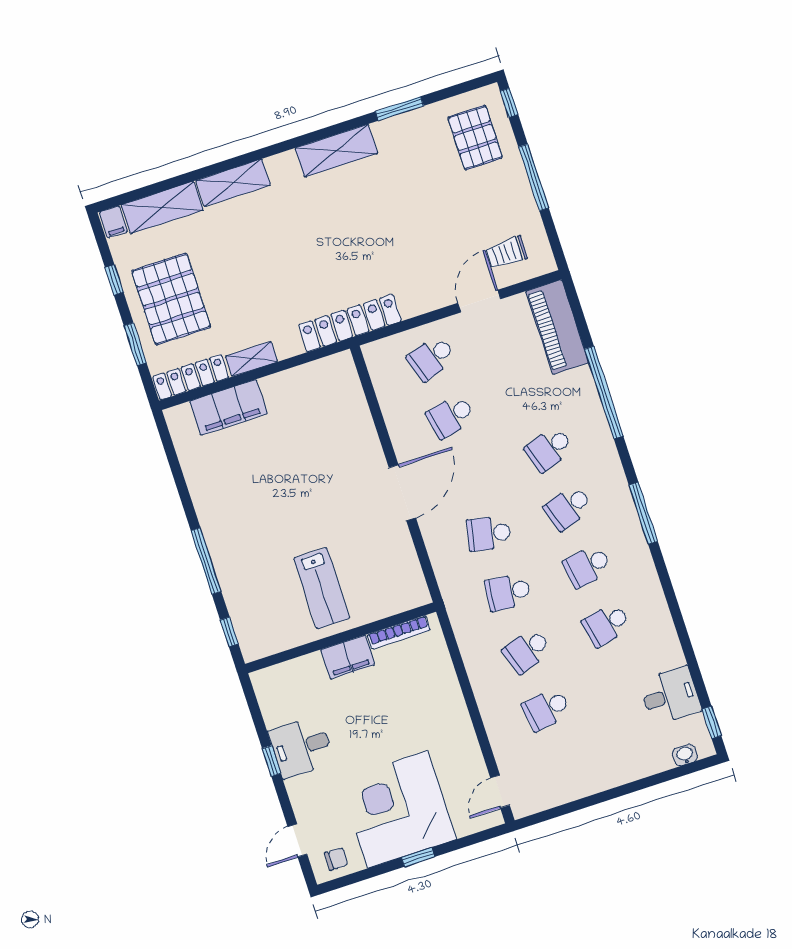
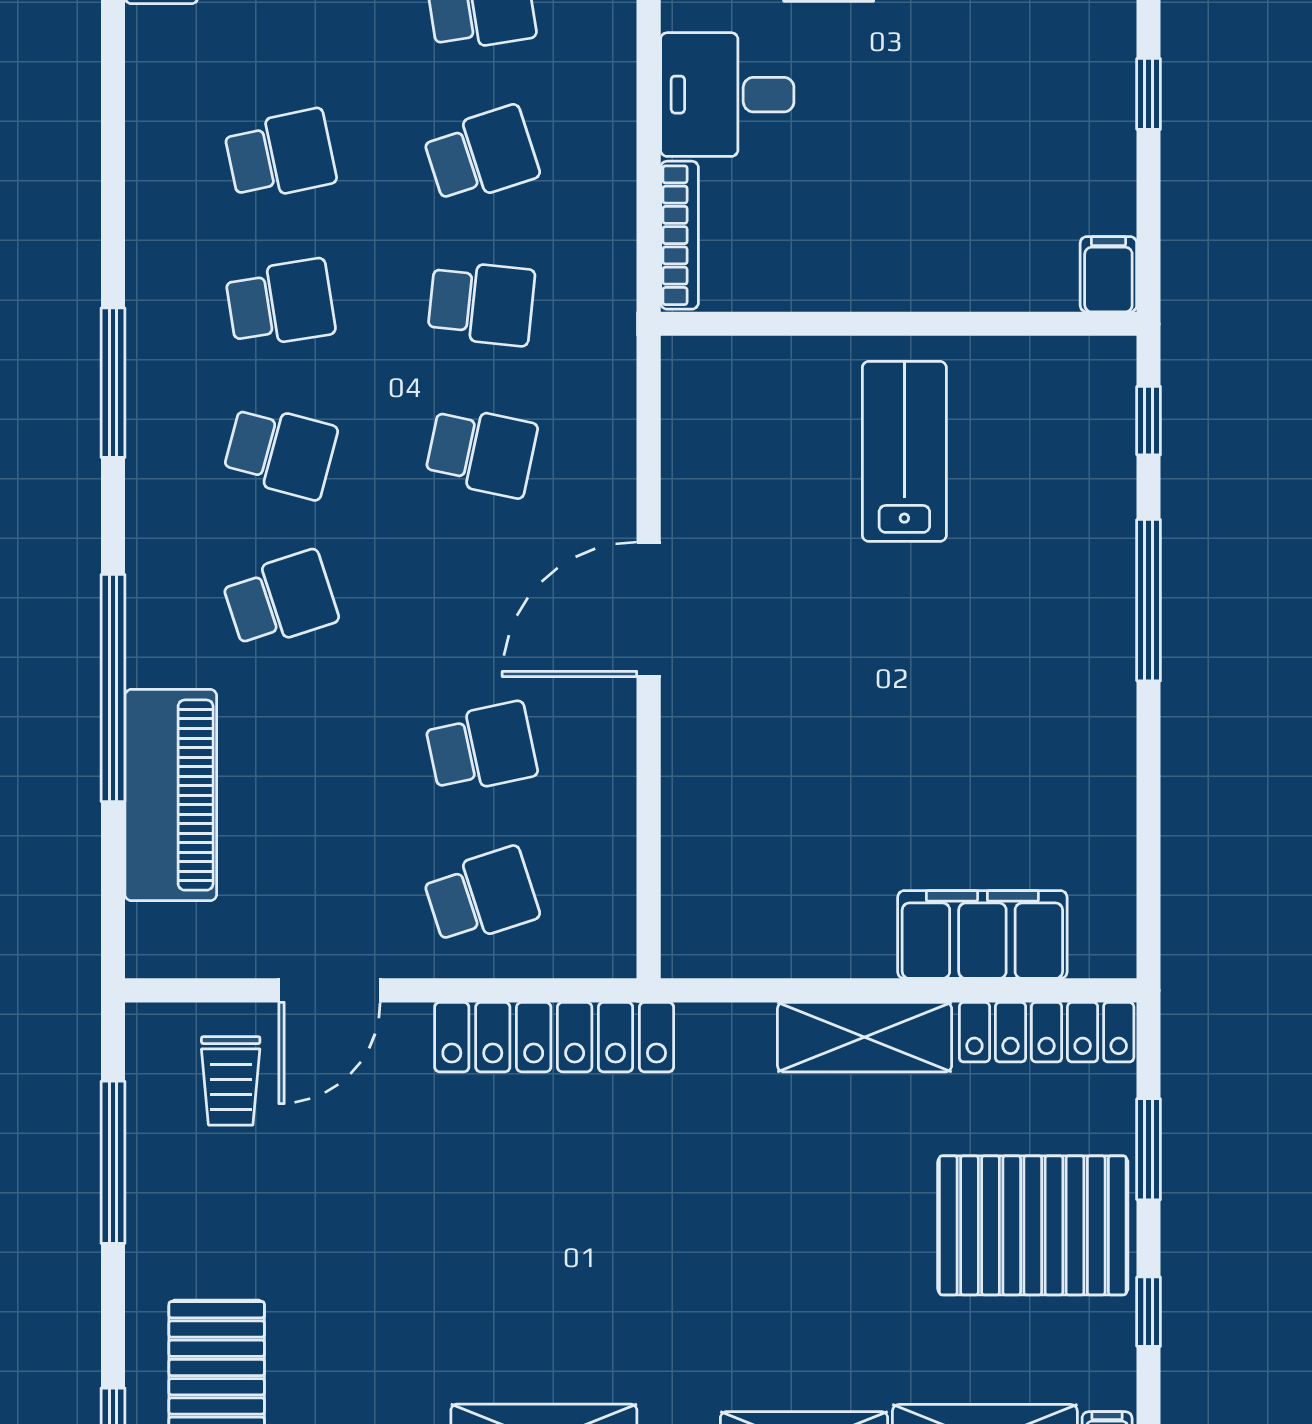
window: (533, 177) -> (113, 1162), moved
trolley: (507, 253) -> (231, 1081), turned 90
pallet: (171, 299) -> (1033, 1225), turned 90
locker: (350, 323) -> (554, 1037), moved
piano: (557, 327) -> (171, 795), moved
shelving: (252, 359) -> (865, 1037), width x1.50, depth x1.33
school desk: (568, 508) -> (280, 451), turned 33
bookcase: (399, 632) -> (679, 235), moved, turned 90
filing cabinet: (348, 657) -> (1108, 274), moved, width x0.50
desk: (301, 747) -> (727, 95), moved, turned 180

